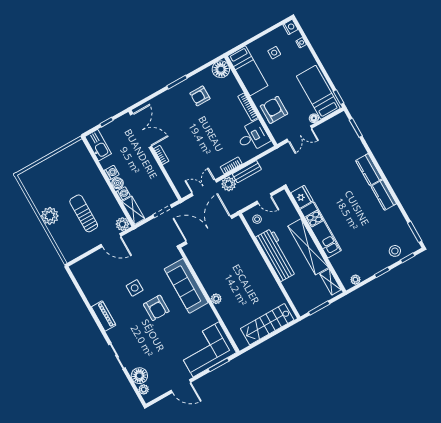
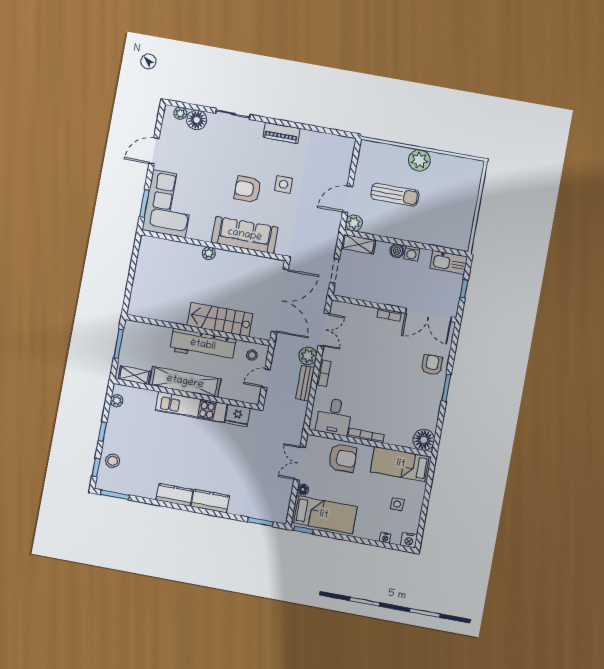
armchair: (200, 96) -> (432, 365), moved
washing machine: (123, 194) -> (382, 248), removed
stairs: (267, 324) -> (220, 320), moved, turned -90

